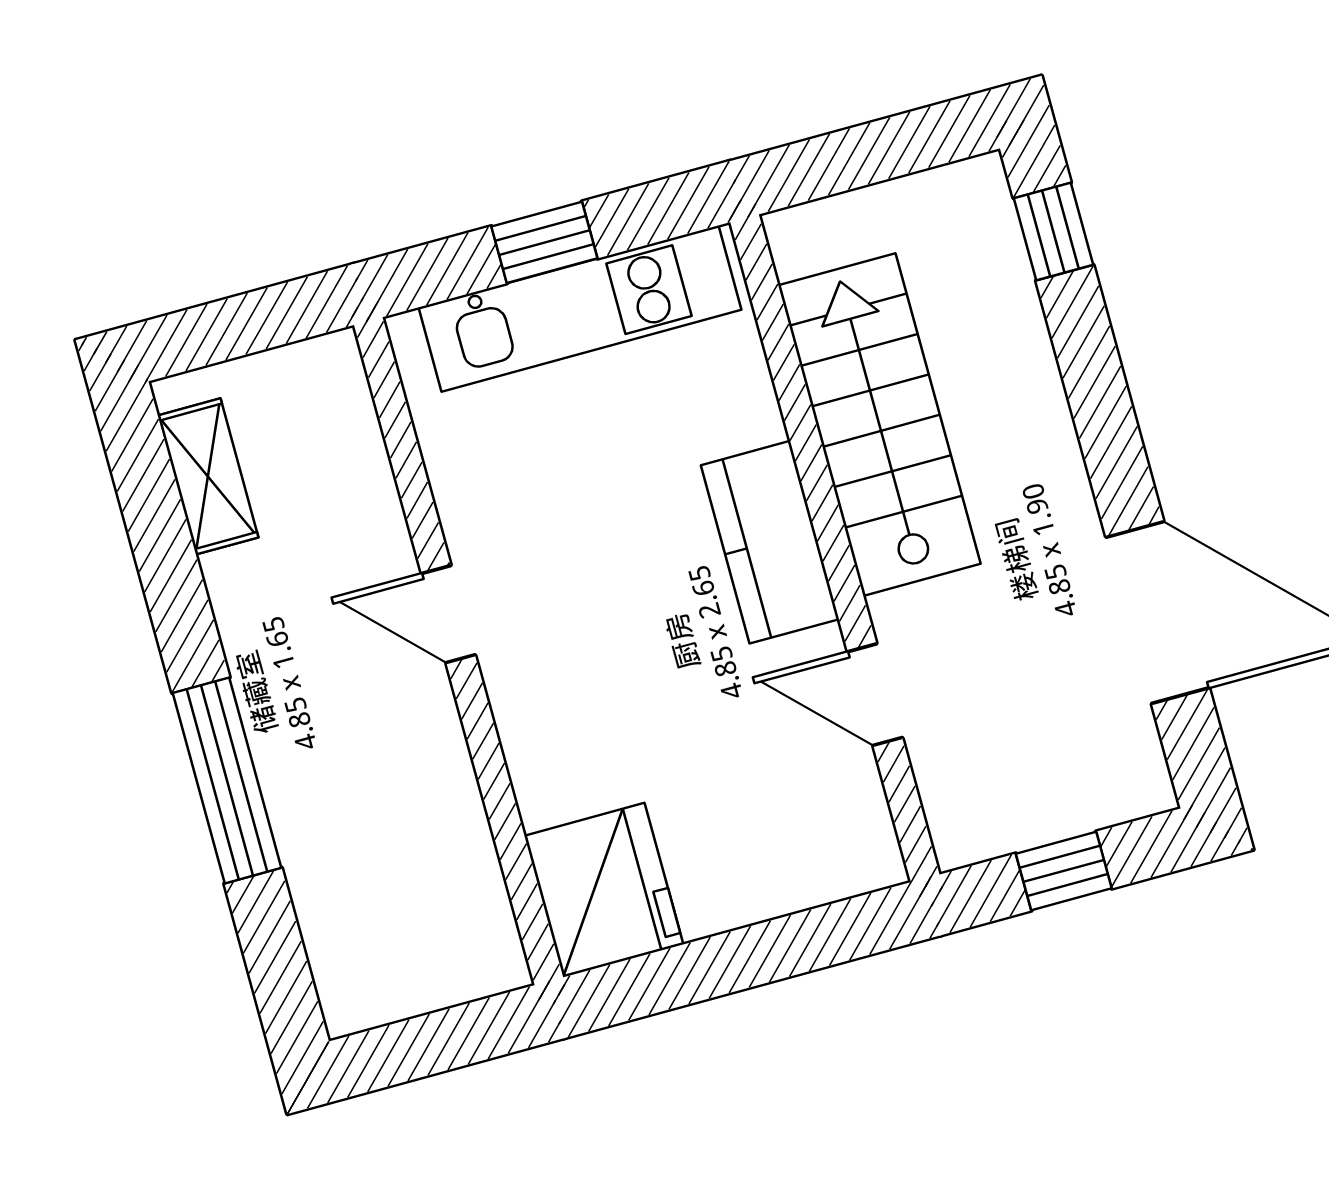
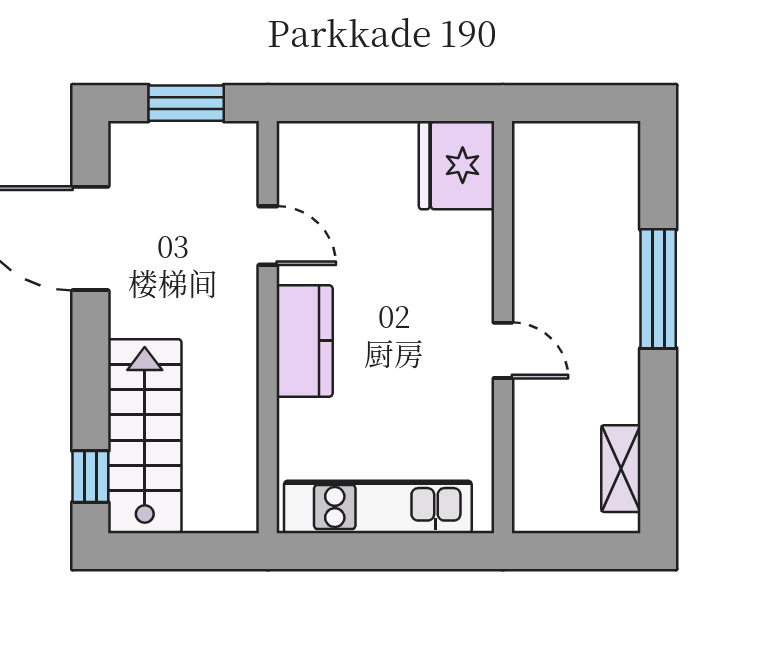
window: (544, 242) -> (388, 551), removed
stairs: (879, 425) -> (145, 436), moved, turned 180
window: (1064, 871) -> (186, 103), width x1.50

